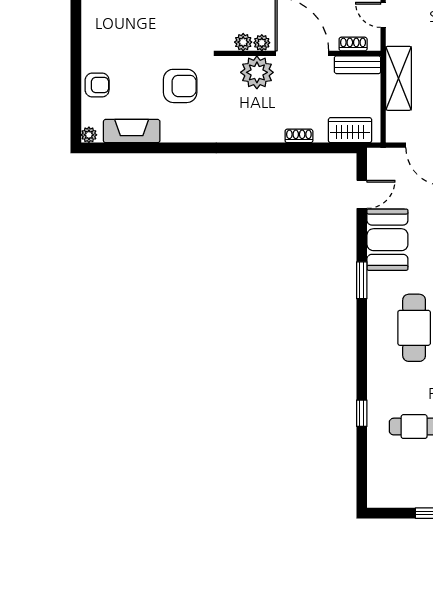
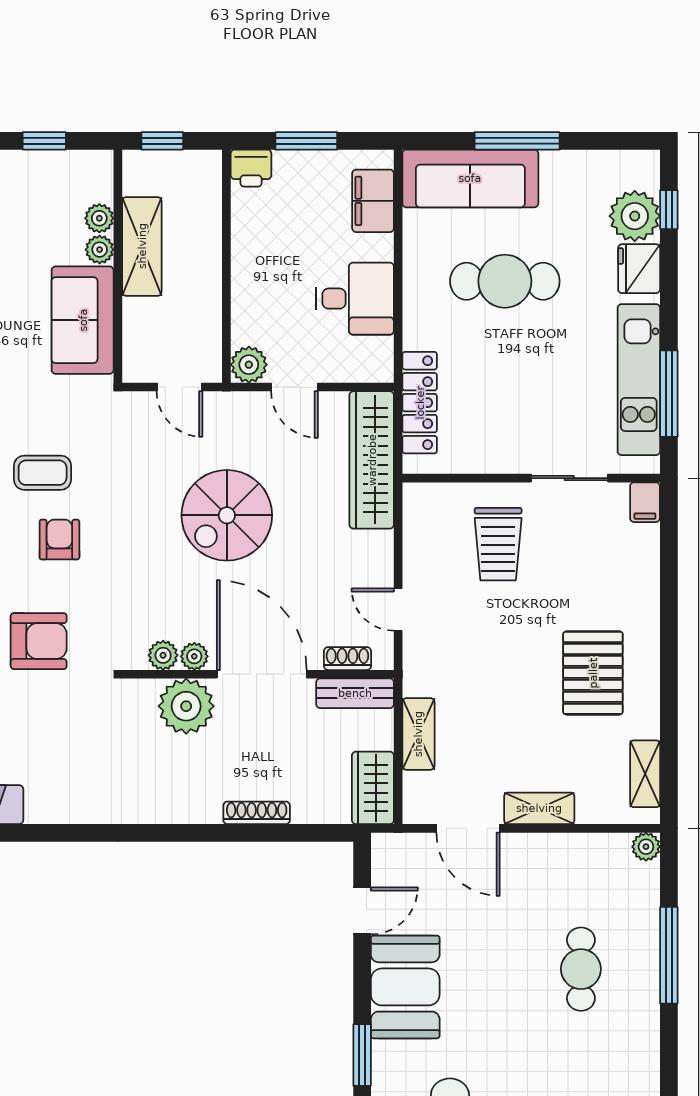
shelving: (399, 78) -> (418, 734), width x0.67, depth x0.75
armchair: (180, 86) -> (39, 641), moved
wardrobe: (350, 130) -> (373, 788), moved, turned -90
shoe rack: (299, 136) -> (257, 813), width x1.43

